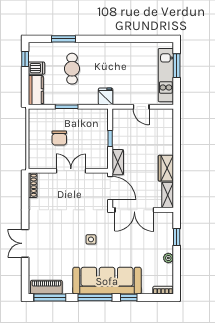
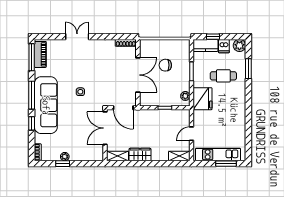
plant: (36, 49) -> (239, 45), added
window: (25, 59) -> (213, 37), moved
fridge: (106, 96) -> (203, 99), width x1.88, depth x1.34
plant: (96, 114) -> (185, 96), added
shelving: (118, 162) -> (179, 156), moved
double door: (71, 171) -> (138, 75), width x1.37
door: (110, 188) -> (123, 108), hinge flipped
window: (177, 237) -> (63, 164), moved

